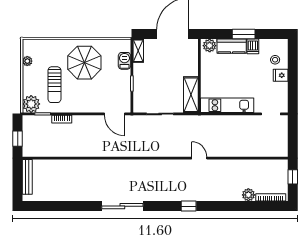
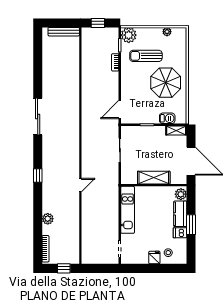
shelving: (191, 95) -> (154, 178), moved
plant: (248, 195) -> (48, 219), moved

